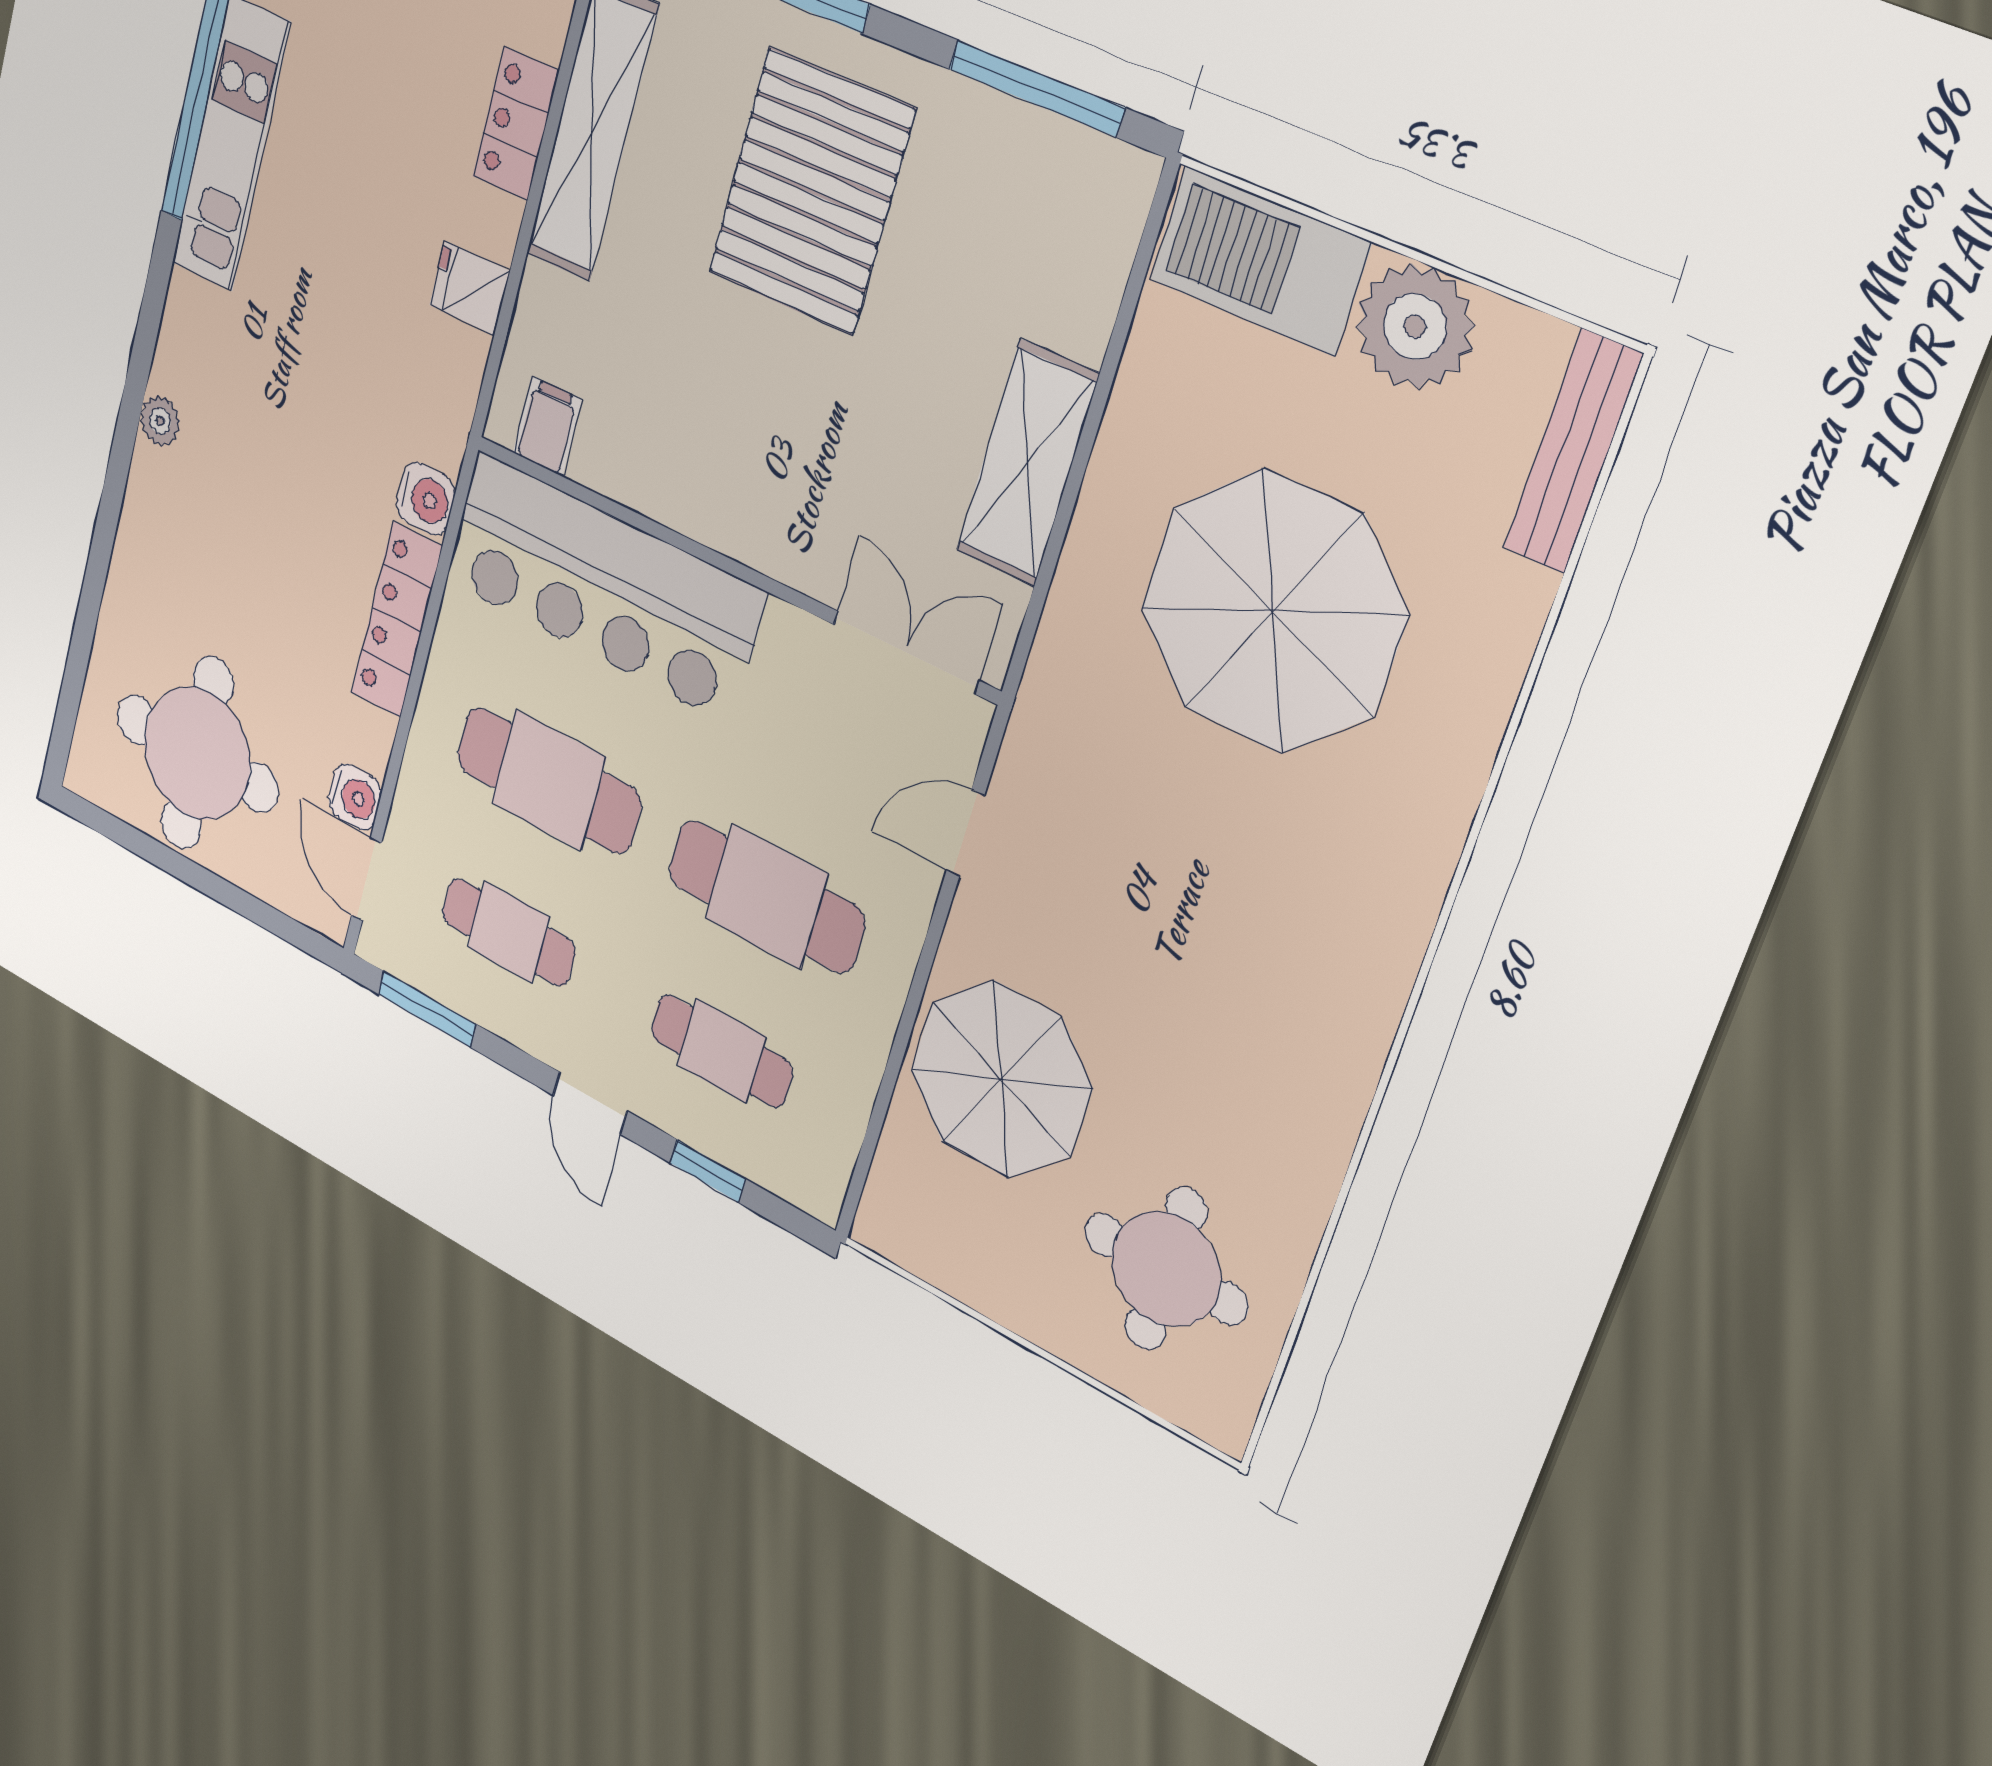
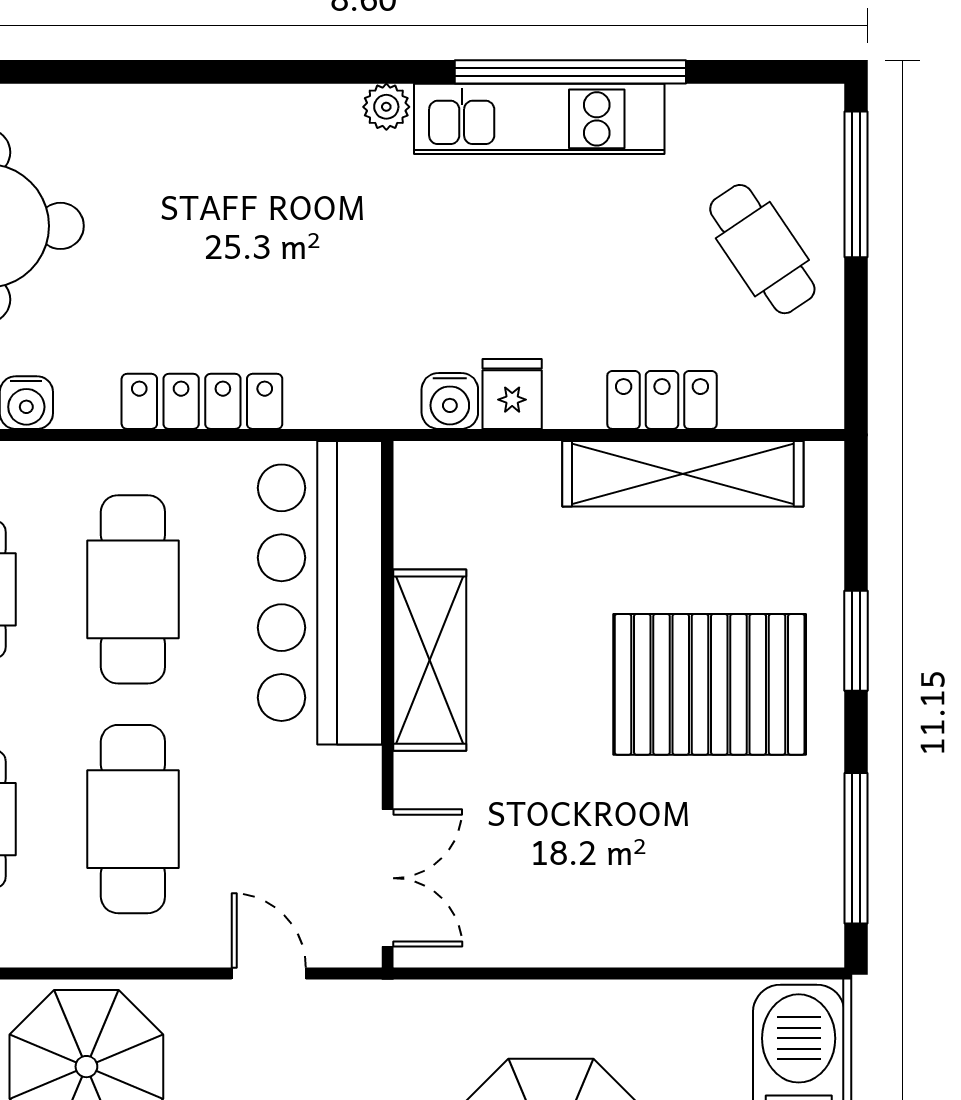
plant: (160, 421) -> (386, 107), moved
filing cabinet: (547, 426) -> (429, 501), removed
shelving: (1027, 463) -> (430, 660), moved, turned 90
water cooler: (426, 499) -> (450, 401), moved

